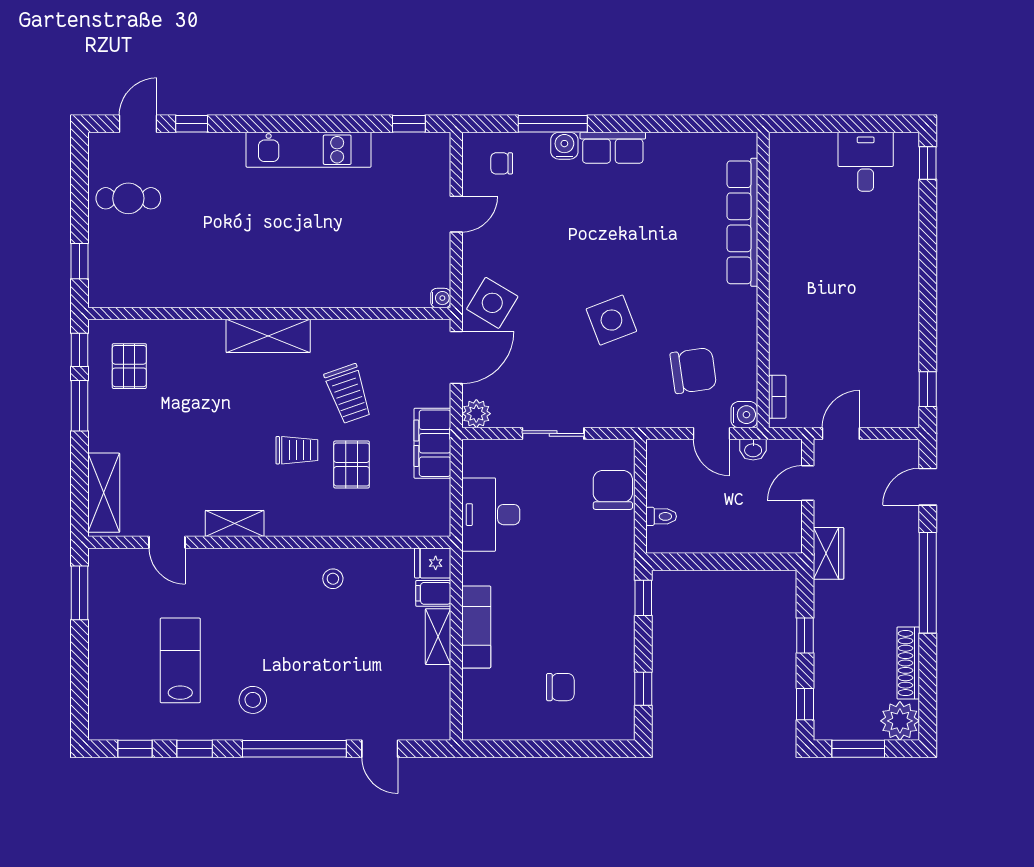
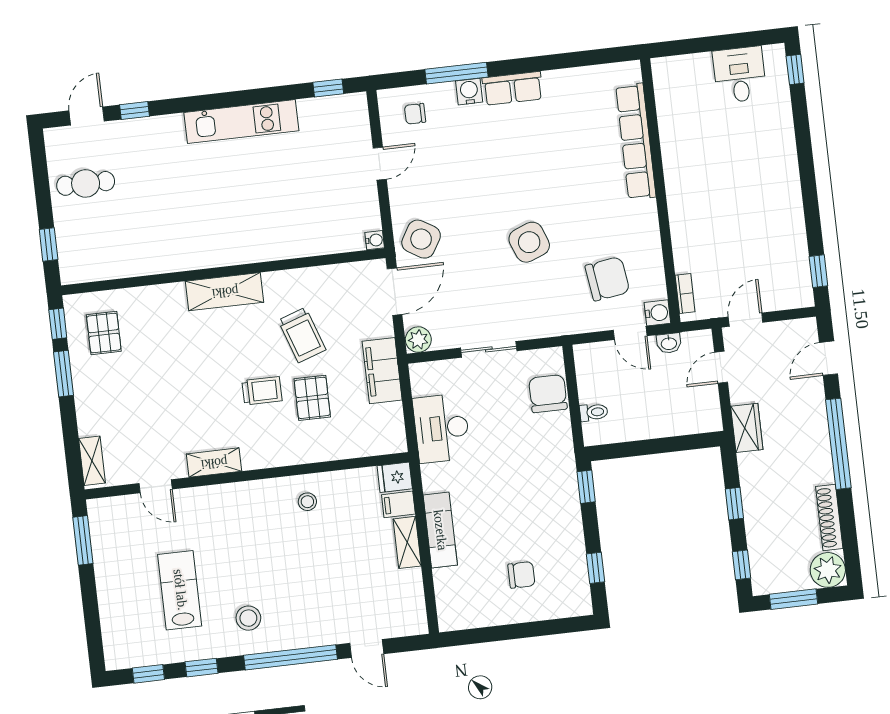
shelving: (104, 493) -> (92, 461), width x0.67, depth x0.75

